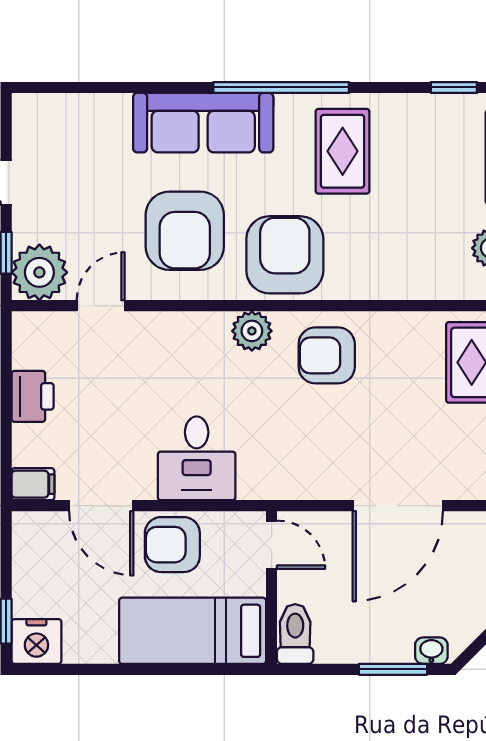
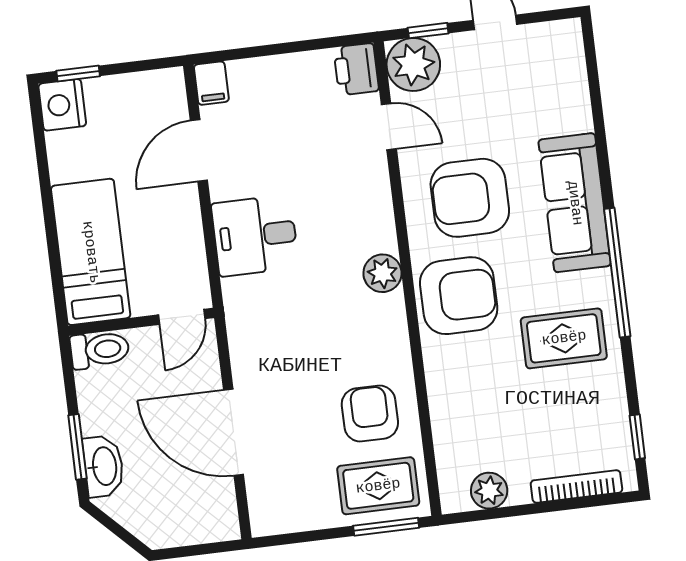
armchair: (327, 355) -> (370, 413), moved
printer: (33, 396) -> (356, 69), moved, turned 90
armchair: (172, 545) -> (170, 223), removed
washbasin: (431, 651) -> (103, 466), width x1.91, depth x1.45

